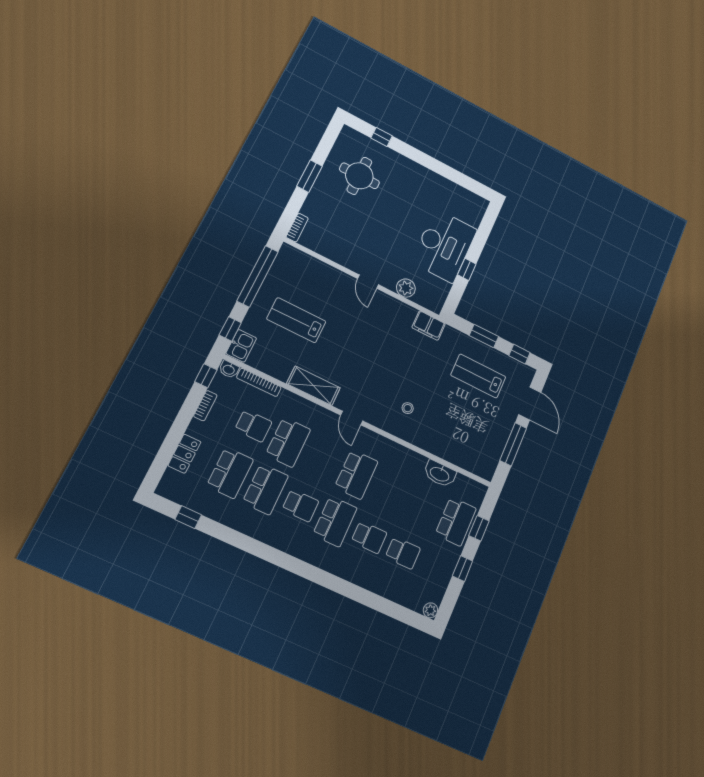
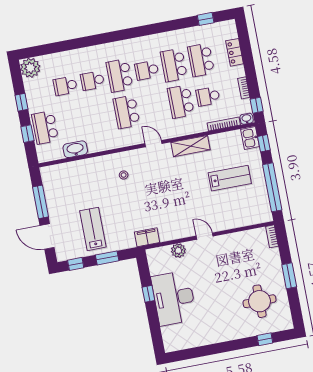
lab bench: (478, 376) -> (93, 229), turned -90
plant: (430, 610) -> (30, 68), width x1.88, depth x1.88

